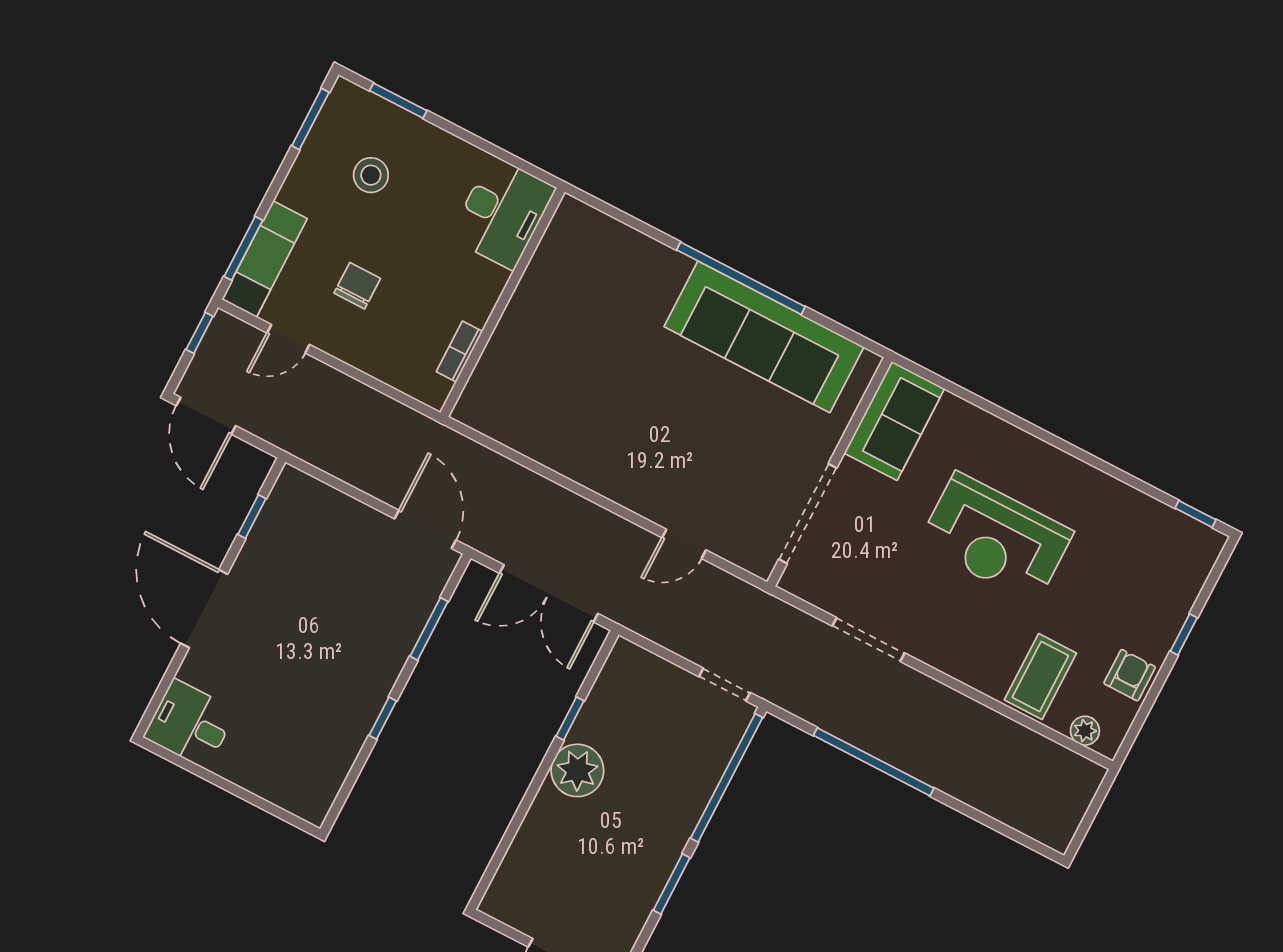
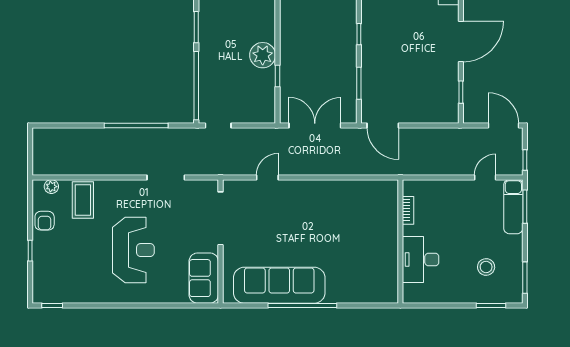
desk: (502, 213) -> (421, 259), moved
chair: (357, 286) -> (467, 216), removed
reception desk: (996, 538) -> (133, 250), turned 90
door: (204, 609) -> (461, 41), hinge flipped

